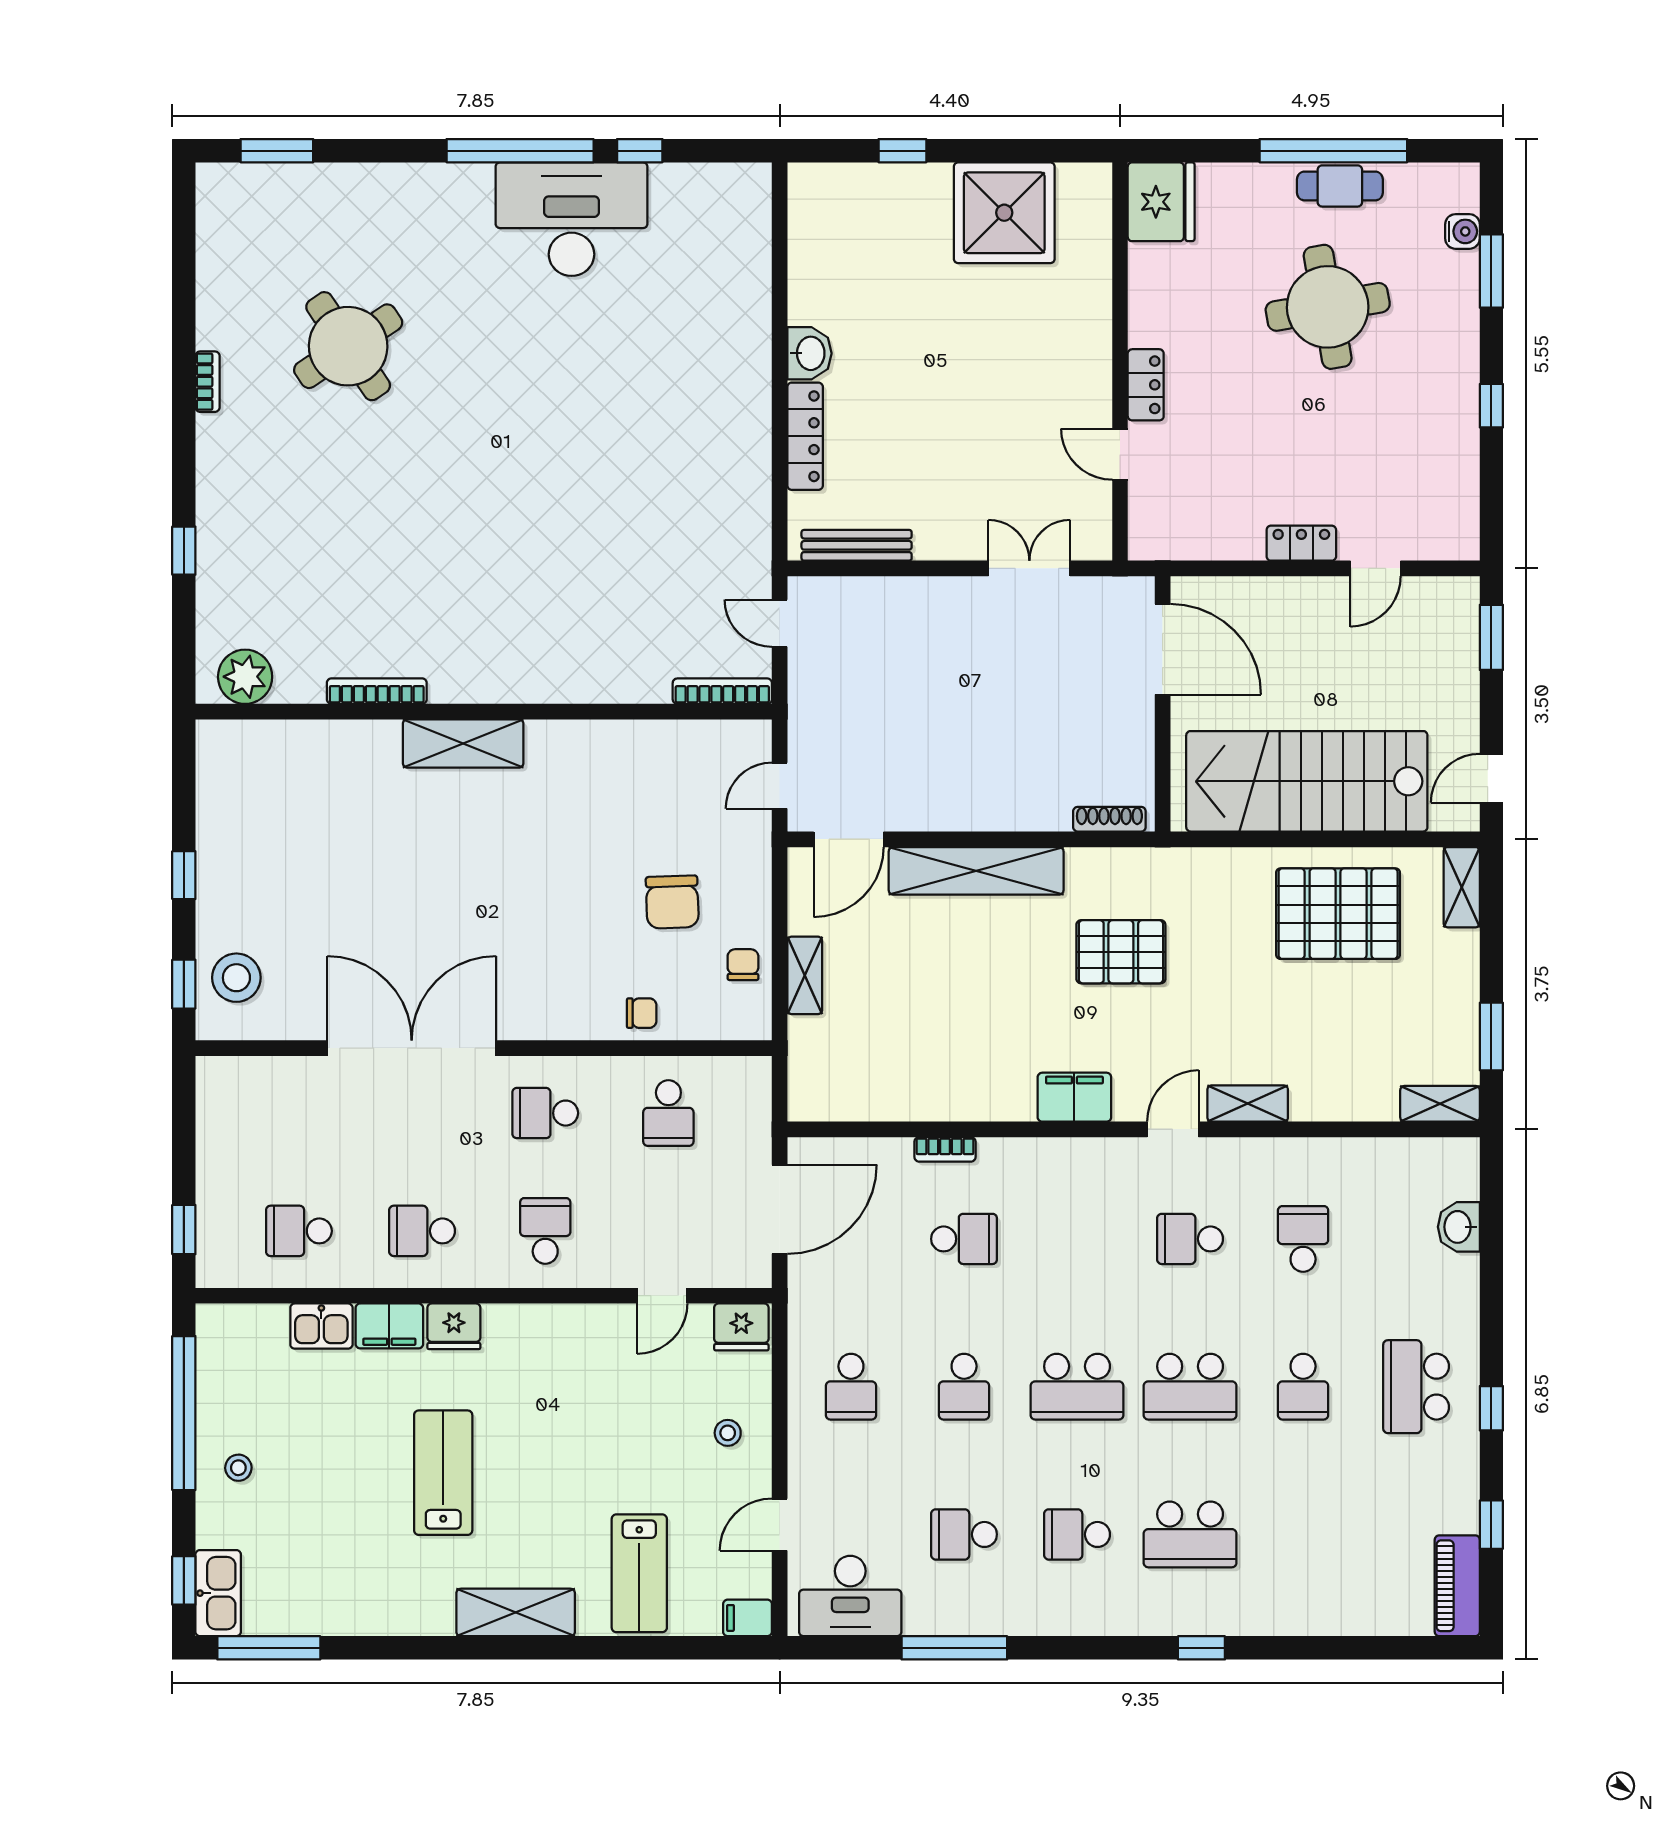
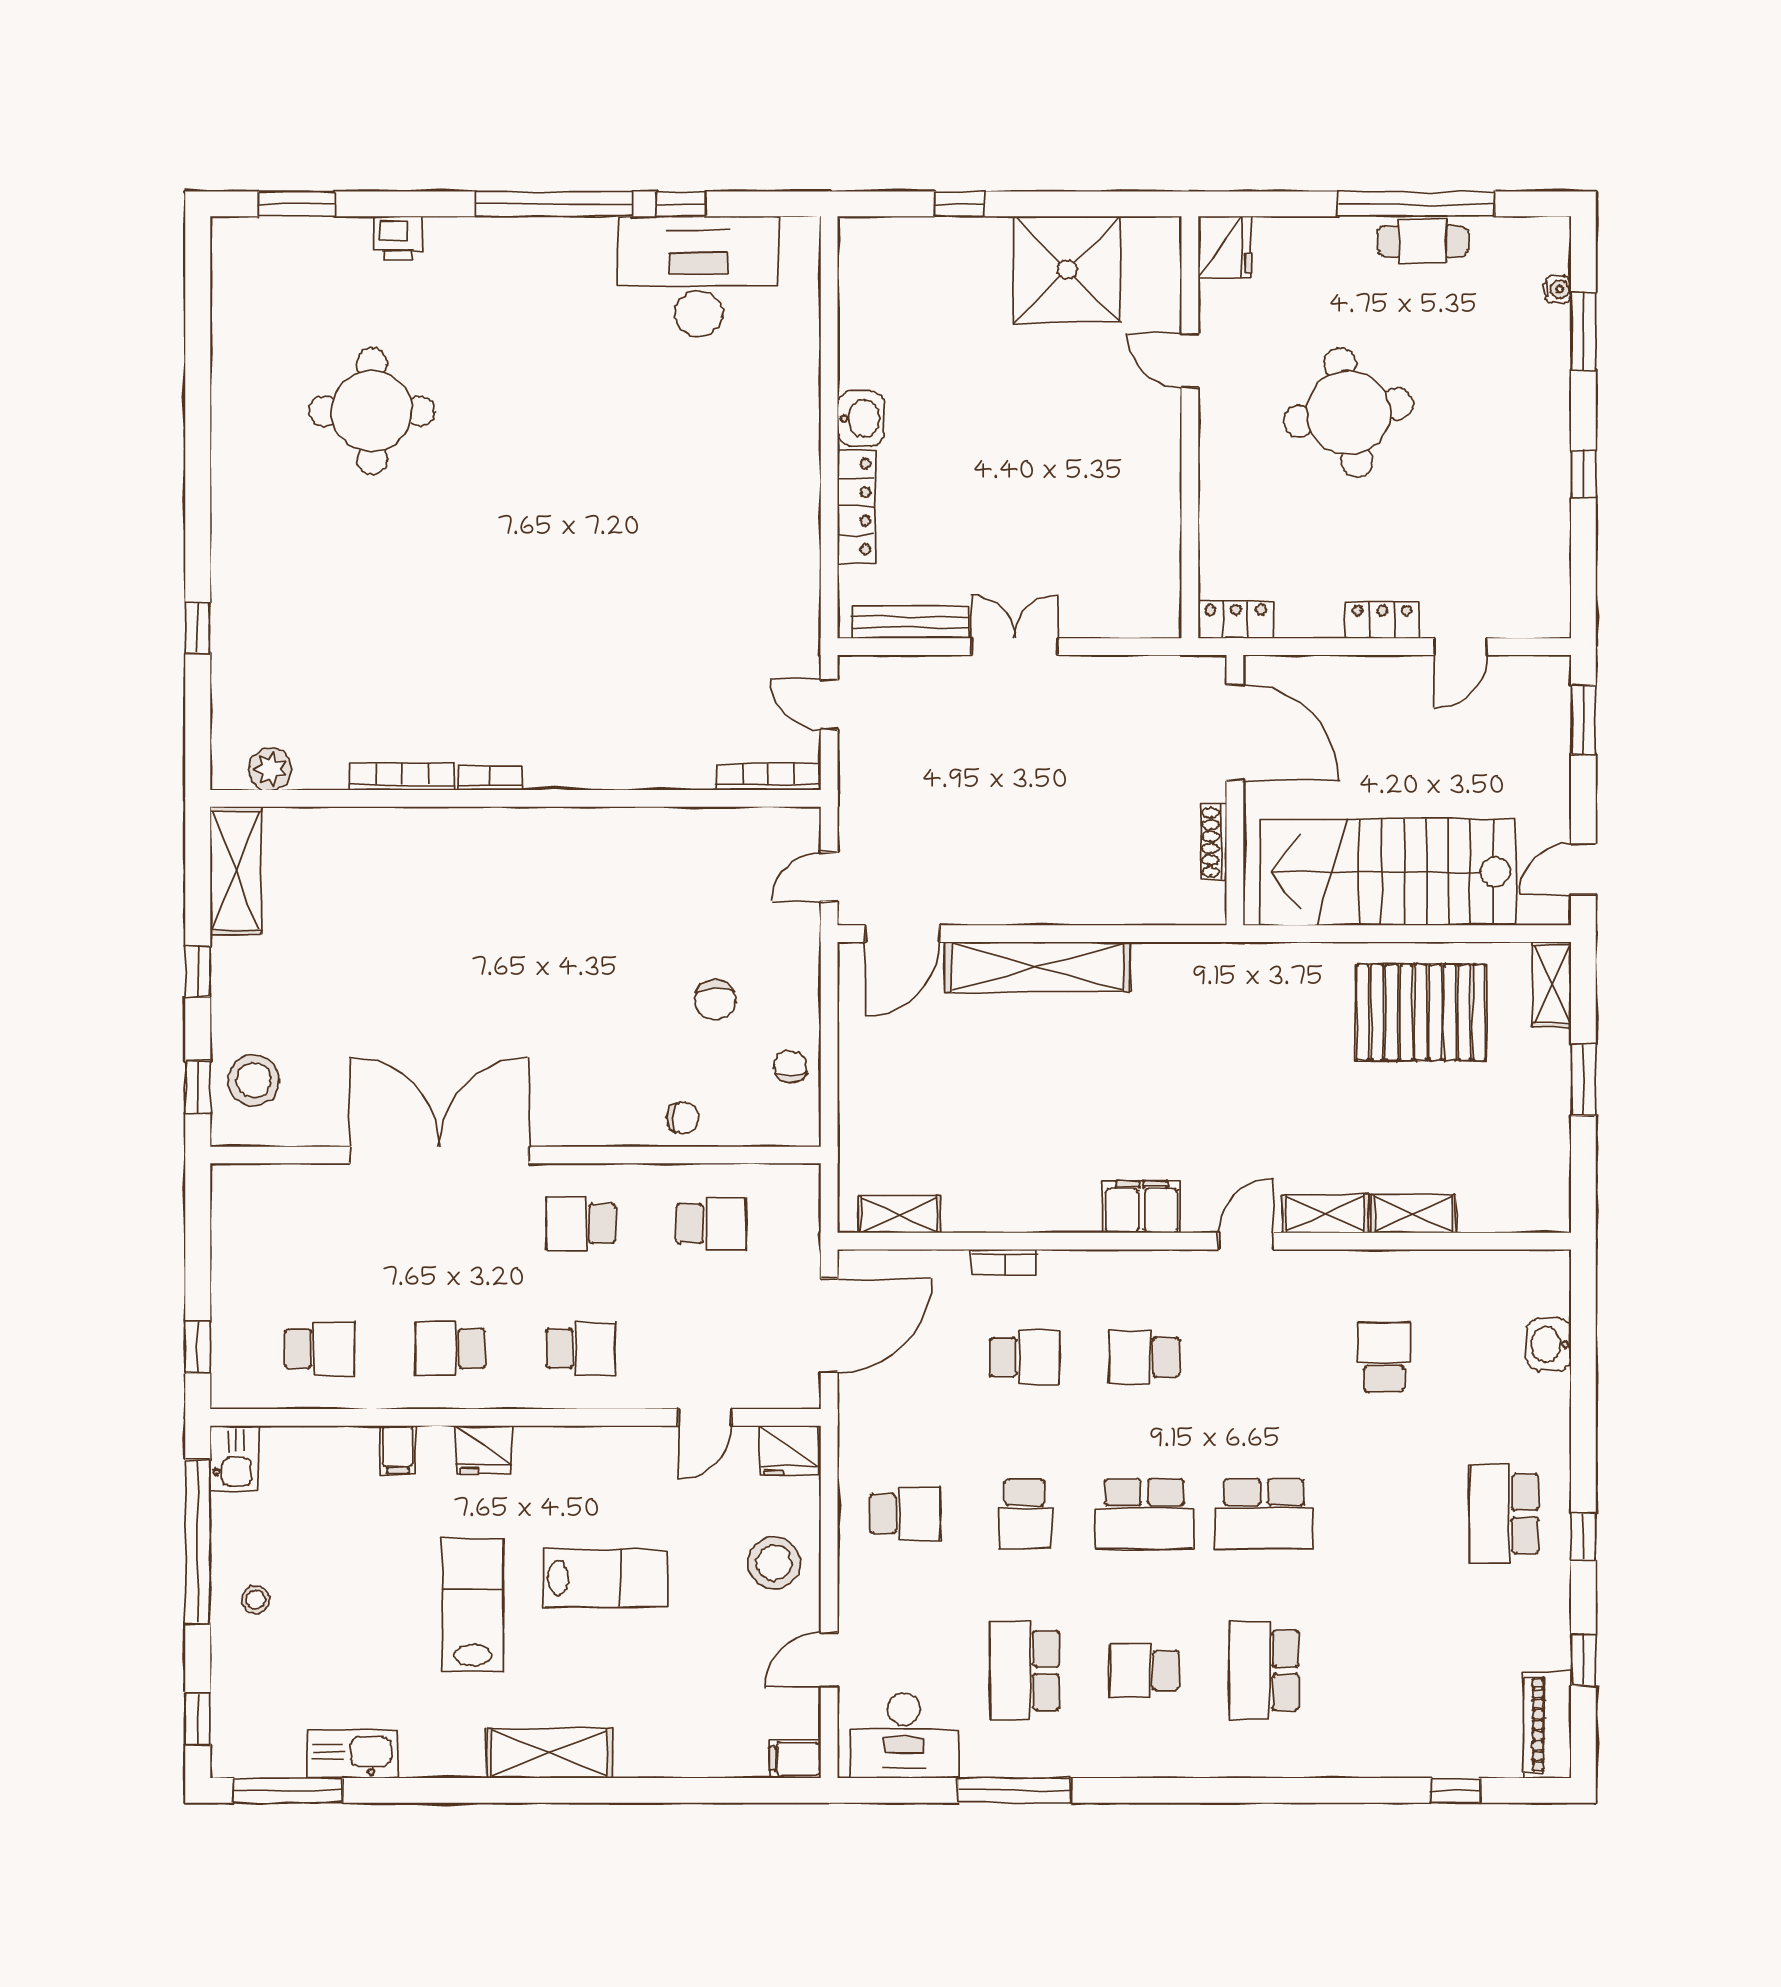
printer: (373, 183) -> (398, 238), added
fridge: (1161, 202) -> (1225, 247), width x0.73, depth x0.75
desk: (572, 219) -> (698, 276), moved
water cooler: (1462, 231) -> (1558, 289), width x0.72, depth x0.72
round table: (1328, 307) -> (1348, 413), moved
round table: (348, 346) -> (372, 411), turned 34
bookcase: (208, 382) -> (490, 777), moved, turned -90
locker: (1146, 385) -> (1236, 619), moved, turned -90
door: (1120, 454) -> (1190, 361), moved
double door: (1029, 568) -> (1015, 647), moved
plant: (245, 677) -> (270, 769), width x0.73, depth x0.73
shelving: (463, 743) -> (236, 870), moved, turned 90
shoe rack: (1109, 819) -> (1214, 842), moved, turned -90
chair: (672, 902) -> (715, 1000), width x0.73, depth x0.73
pallet: (1121, 952) -> (1191, 1053), removed
shelving: (805, 975) -> (899, 1214), moved, turned 90
window: (1491, 1036) -> (1583, 1080), moved
shelving: (1440, 1104) -> (1413, 1214), moved
school desk: (668, 1113) -> (711, 1224), turned -90
school desk: (299, 1231) -> (320, 1349), turned 180
school desk: (545, 1231) -> (581, 1349), turned 90
school desk: (1190, 1239) -> (1144, 1357), moved
kitchen sink: (321, 1326) -> (234, 1459), moved, turned -90
filing cabinet: (389, 1326) -> (398, 1449), width x0.50
school desk: (851, 1387) -> (905, 1514), turned -90
school desk: (1303, 1387) -> (1384, 1514), removed
stool: (728, 1433) -> (774, 1563), width x1.89, depth x1.89
school desk: (964, 1534) -> (1025, 1670), width x1.85
school desk: (1190, 1534) -> (1264, 1670), turned 90
lab bench: (639, 1573) -> (606, 1578), moved, turned -90
kitchen sink: (218, 1593) -> (353, 1754), moved, turned -90
window: (1201, 1648) -> (1455, 1790), moved

